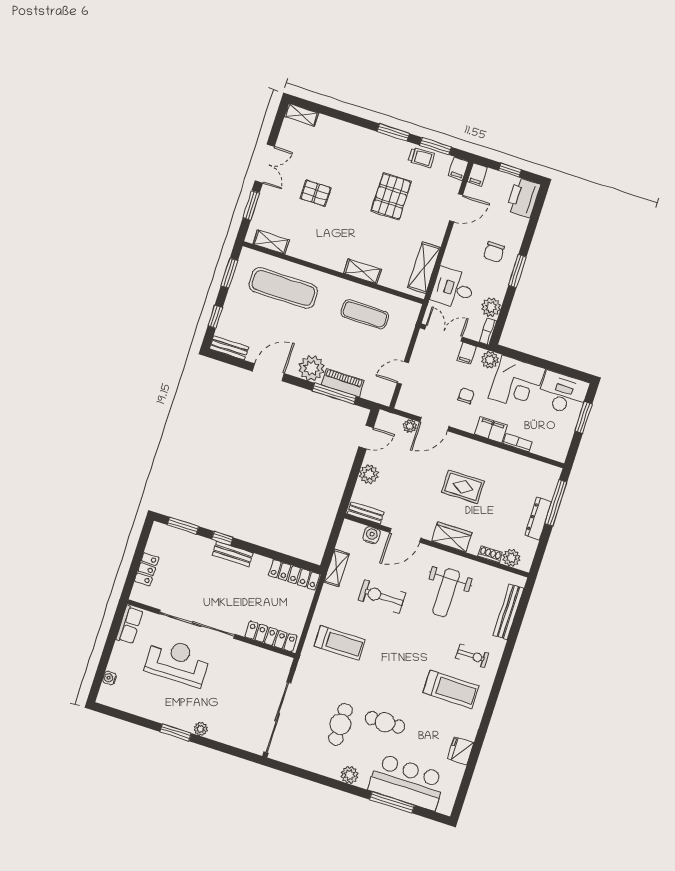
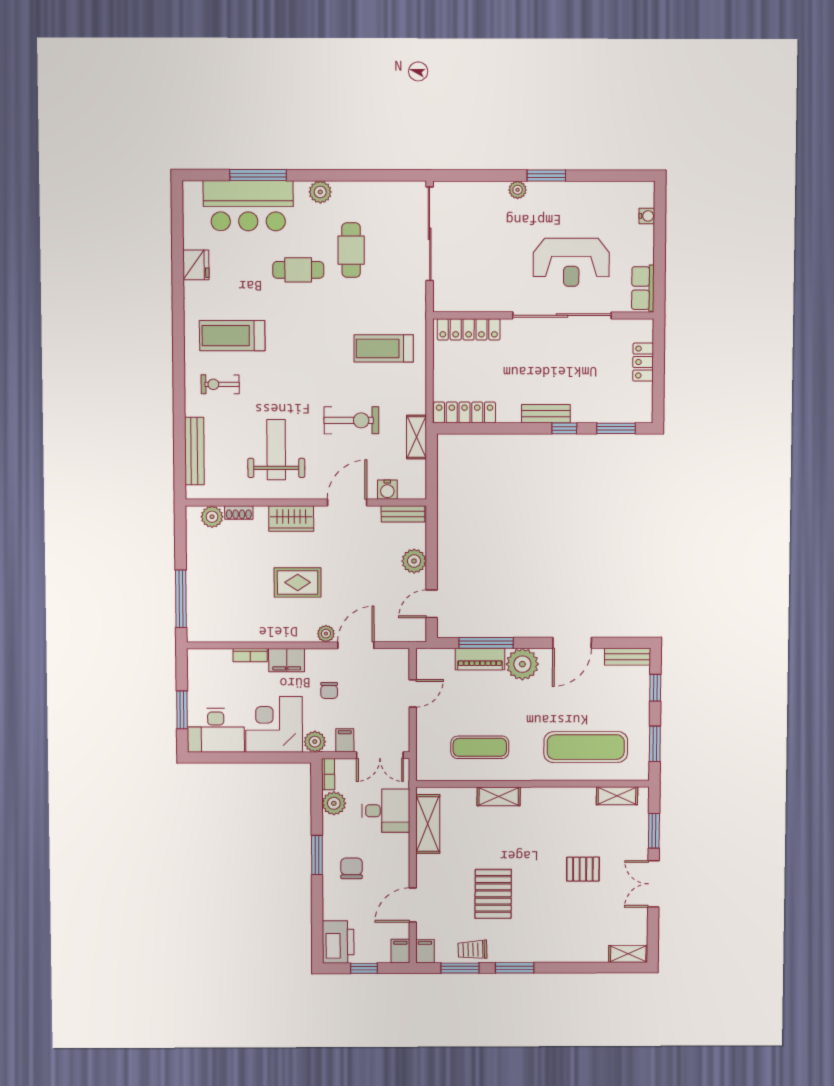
plant: (410, 426) -> (326, 634), moved
dresser: (538, 519) -> (196, 574), removed

